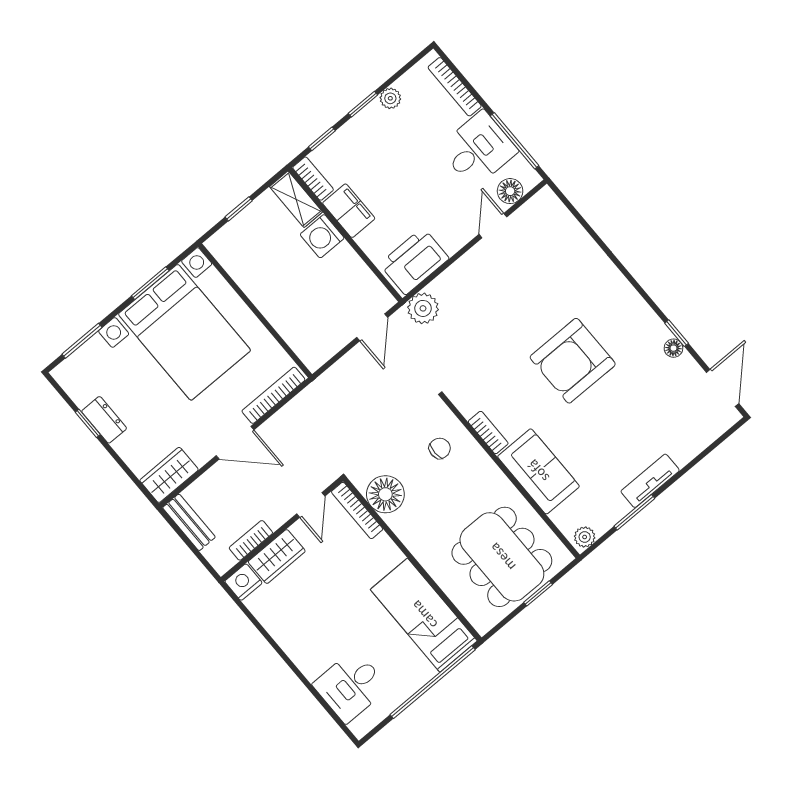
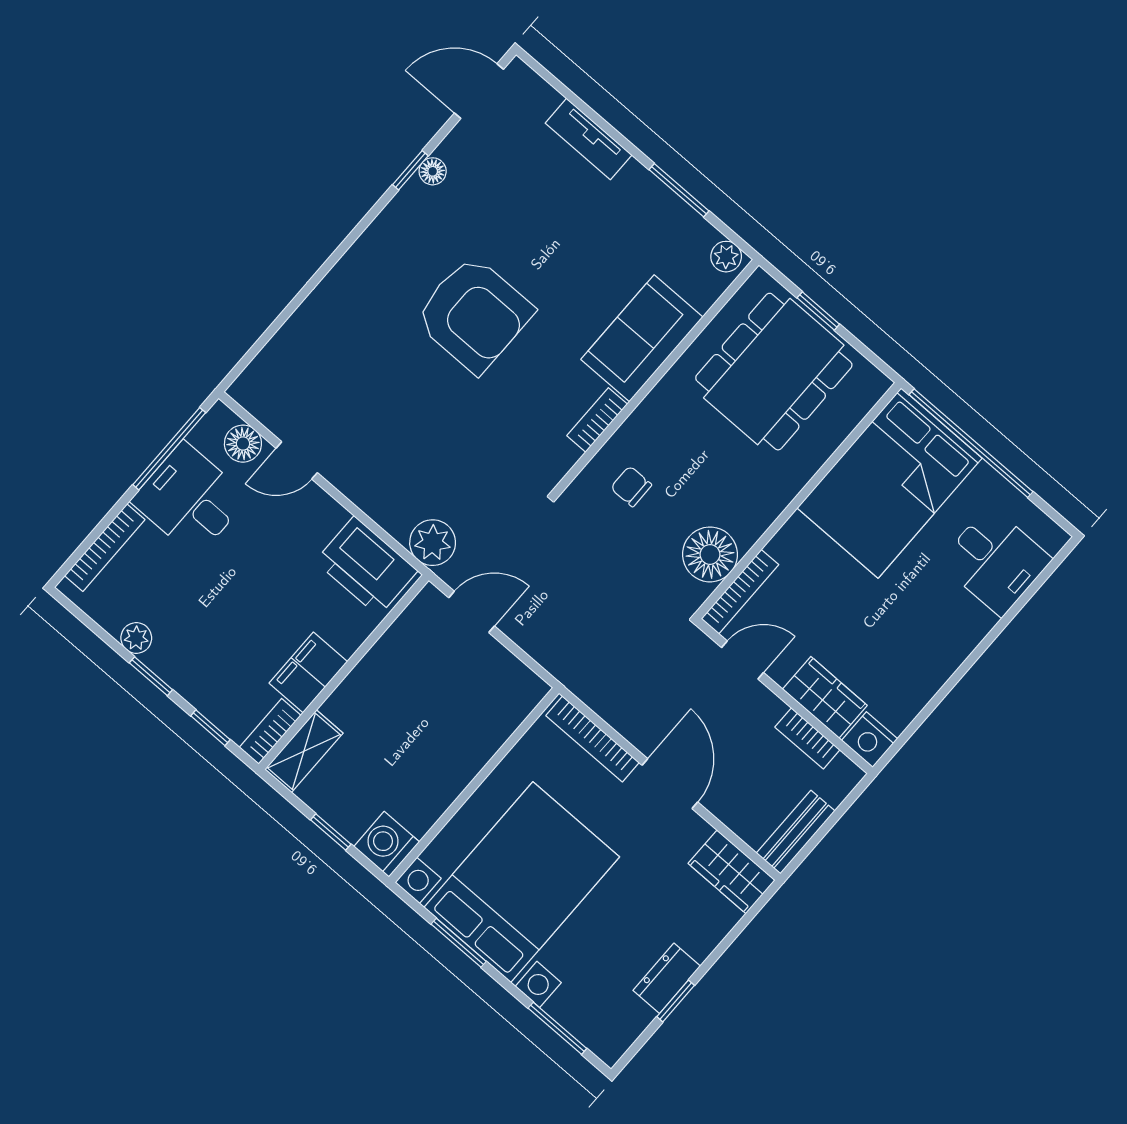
washing machine: (322, 236) -> (387, 844), moved, turned 180
tv unit: (650, 481) -> (589, 139), moved
bed: (424, 615) -> (890, 483), width x1.50

